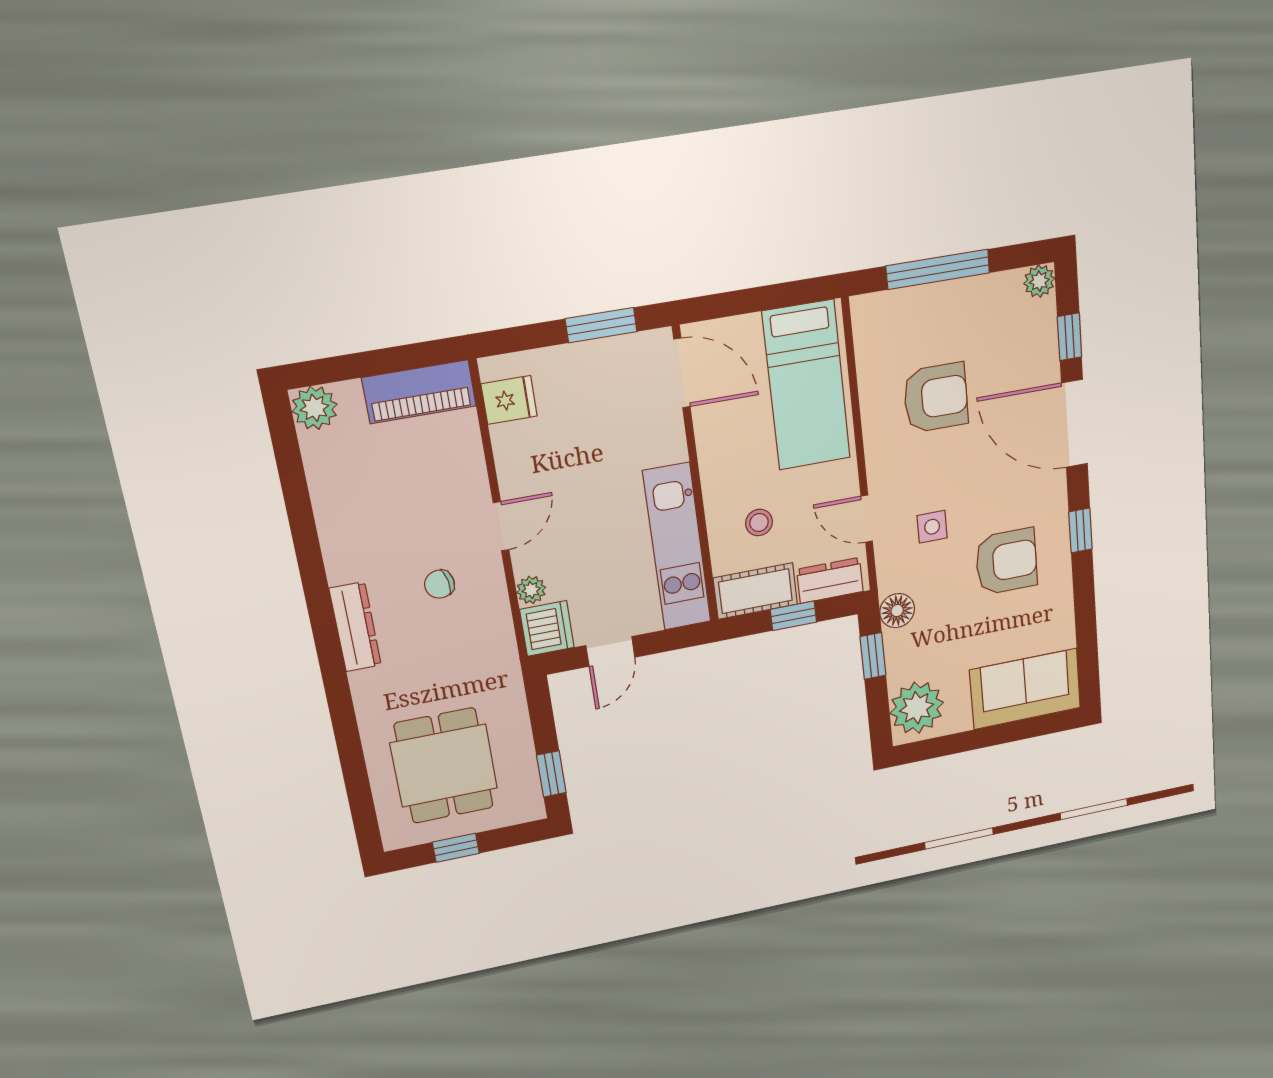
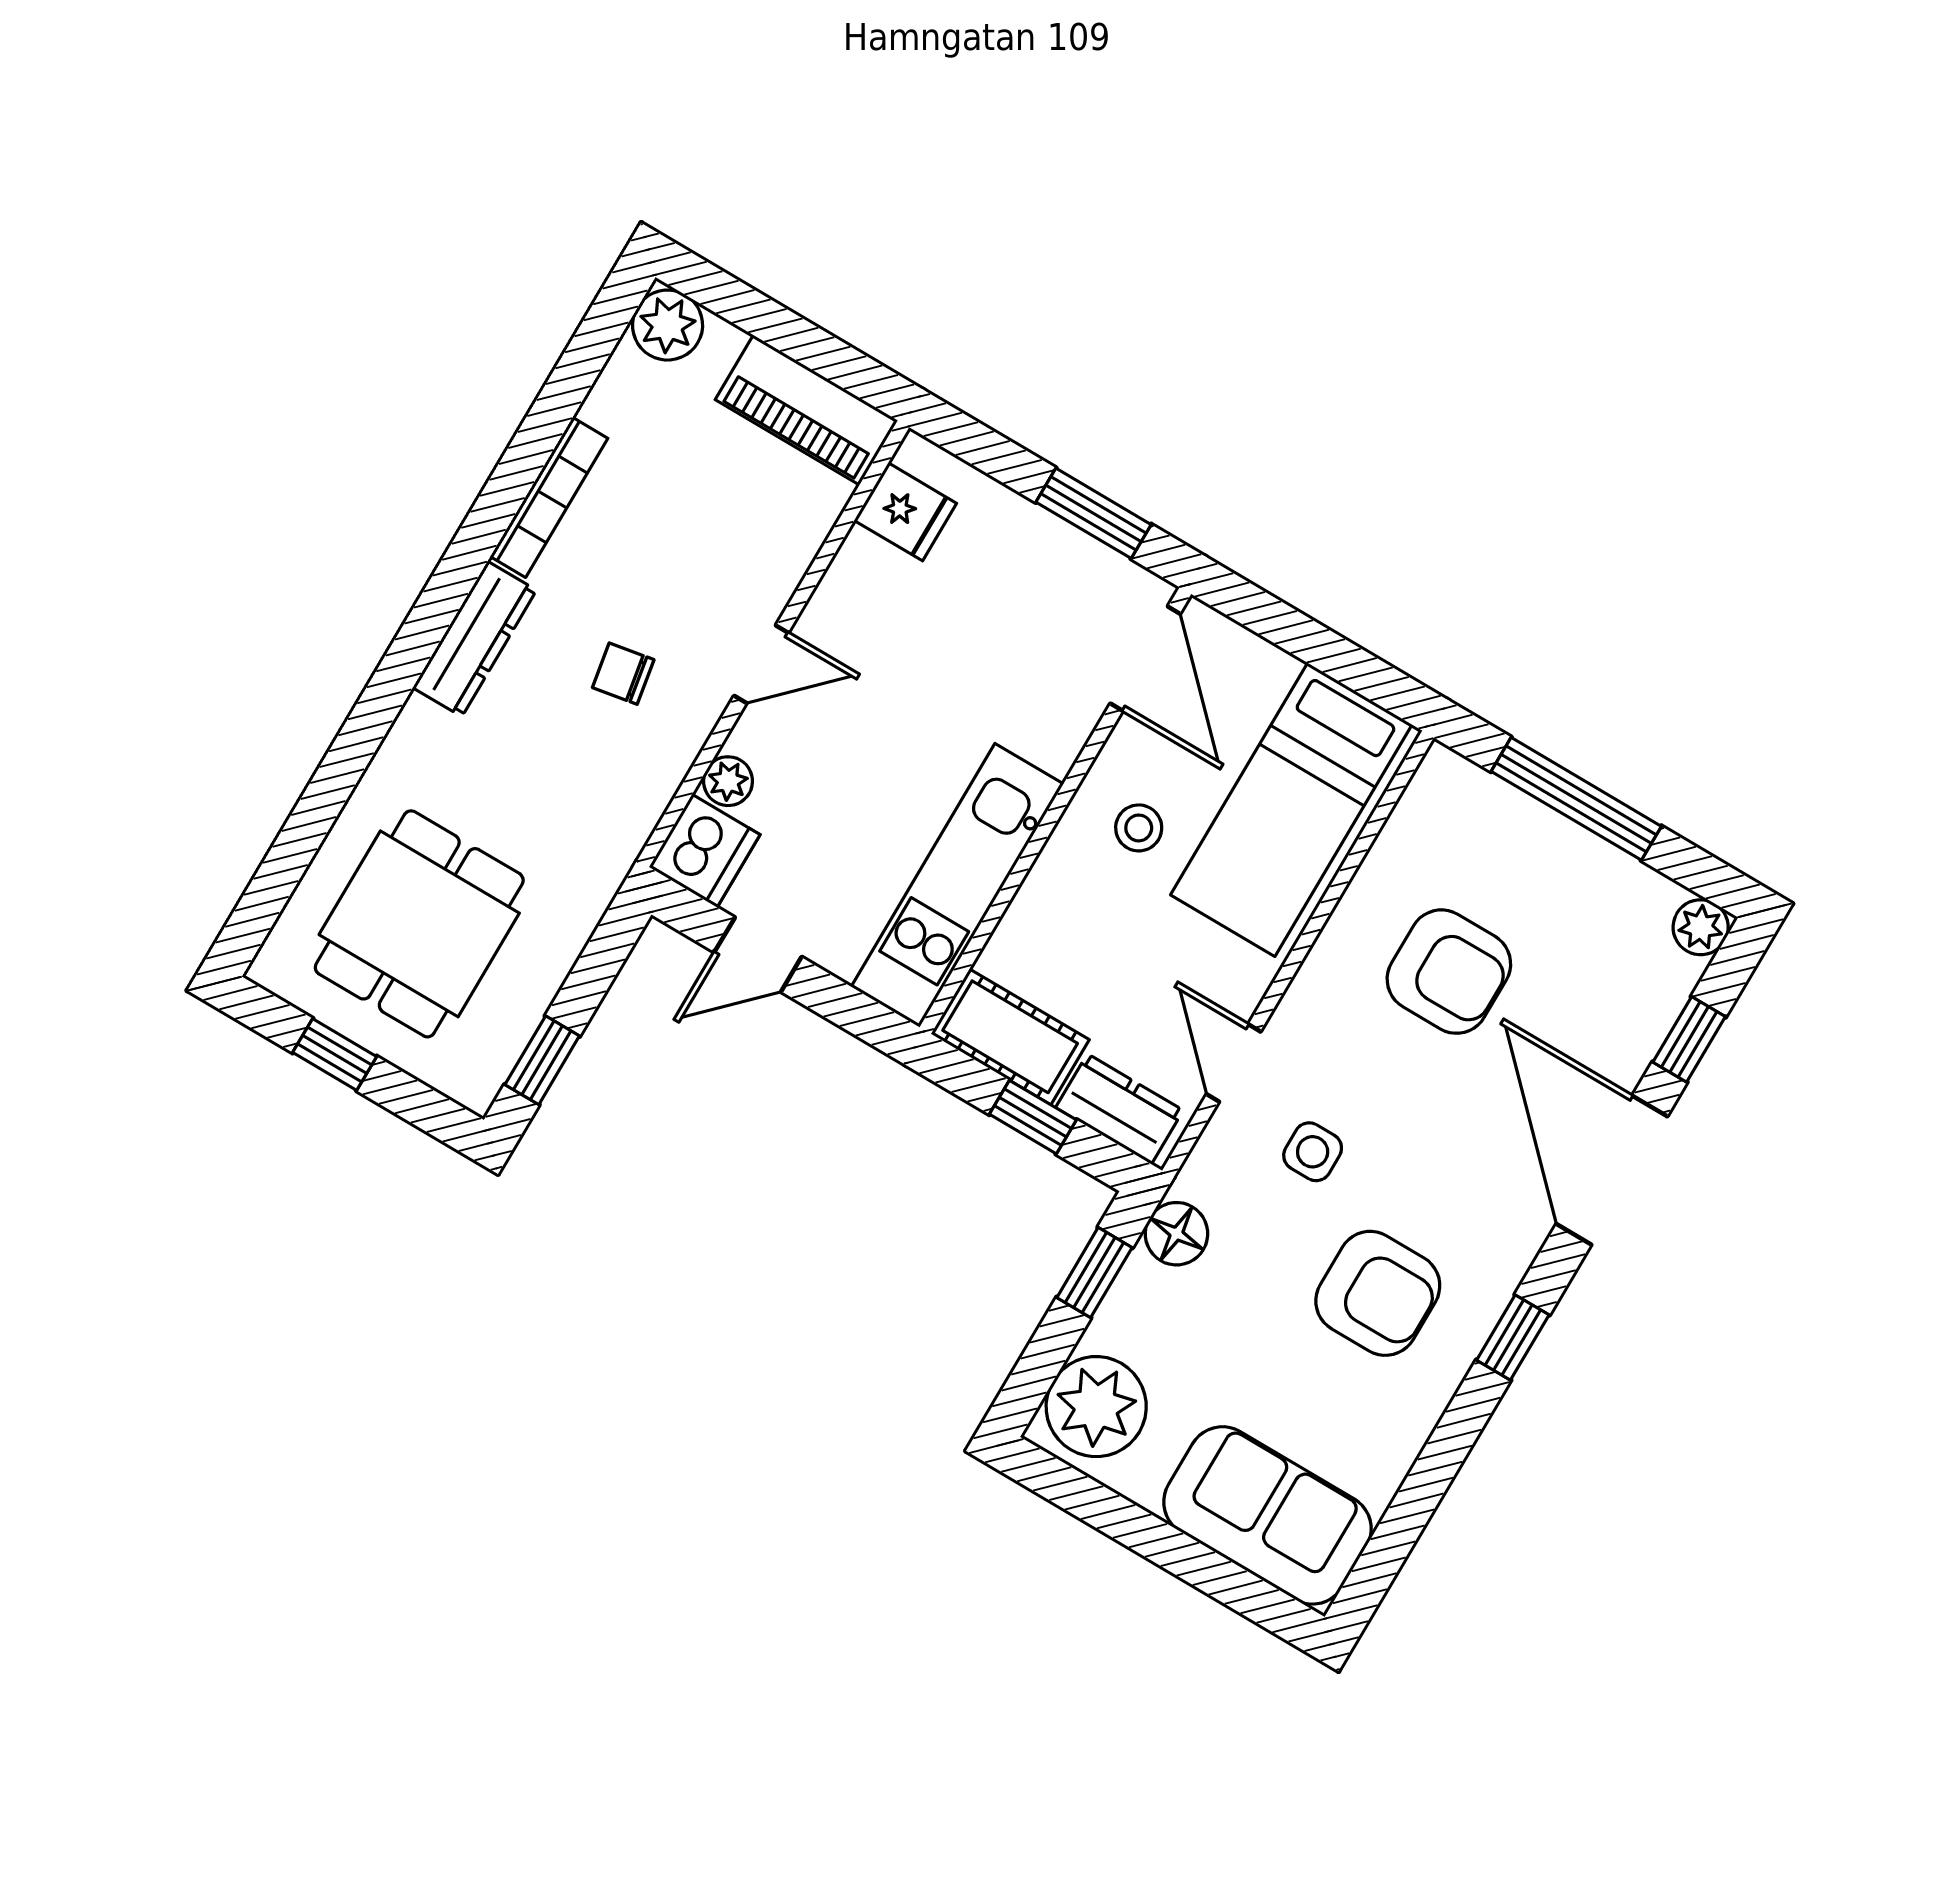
stool: (759, 522) -> (1139, 828), moved
bookcase: (331, 535) -> (549, 497), added

